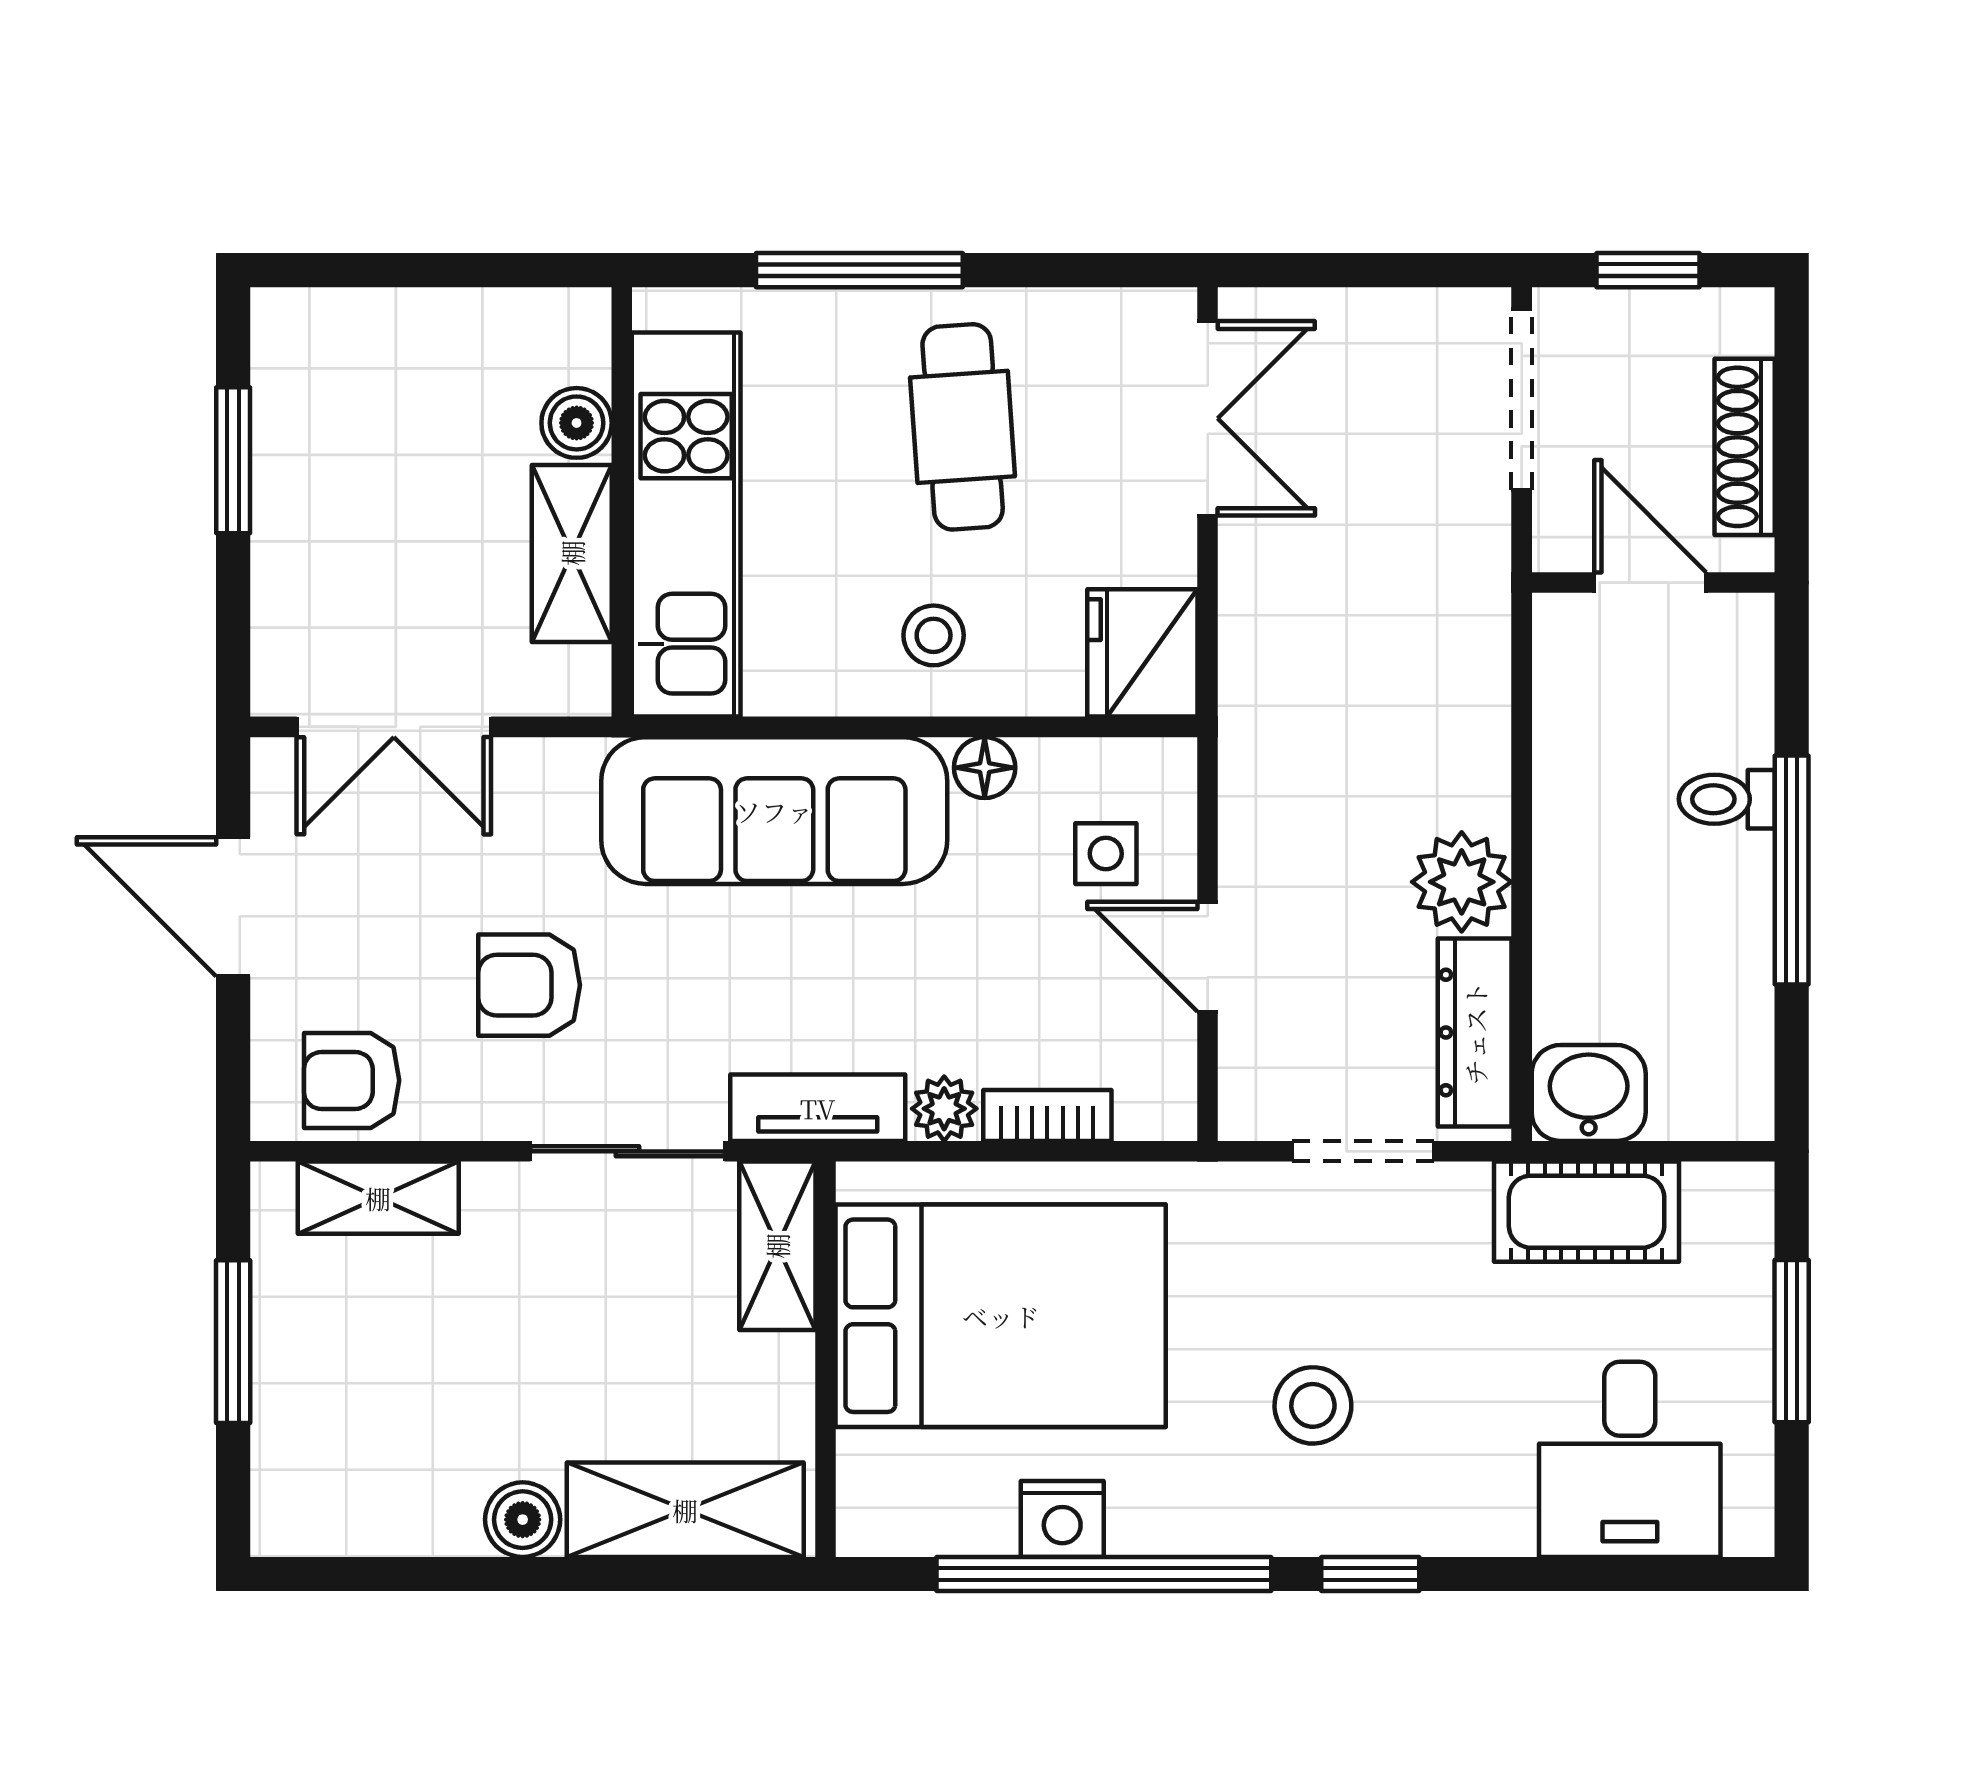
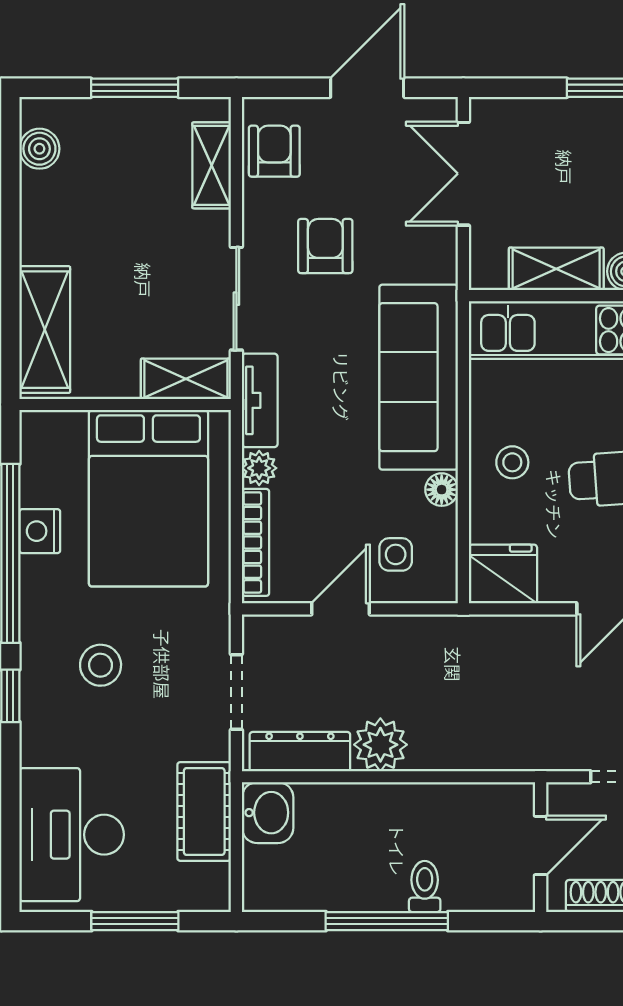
bookcase: (1047, 1115) -> (256, 542), width x1.56
desk: (1630, 1459) -> (72, 835), width x1.37
boiler: (523, 1520) -> (39, 149), moved

